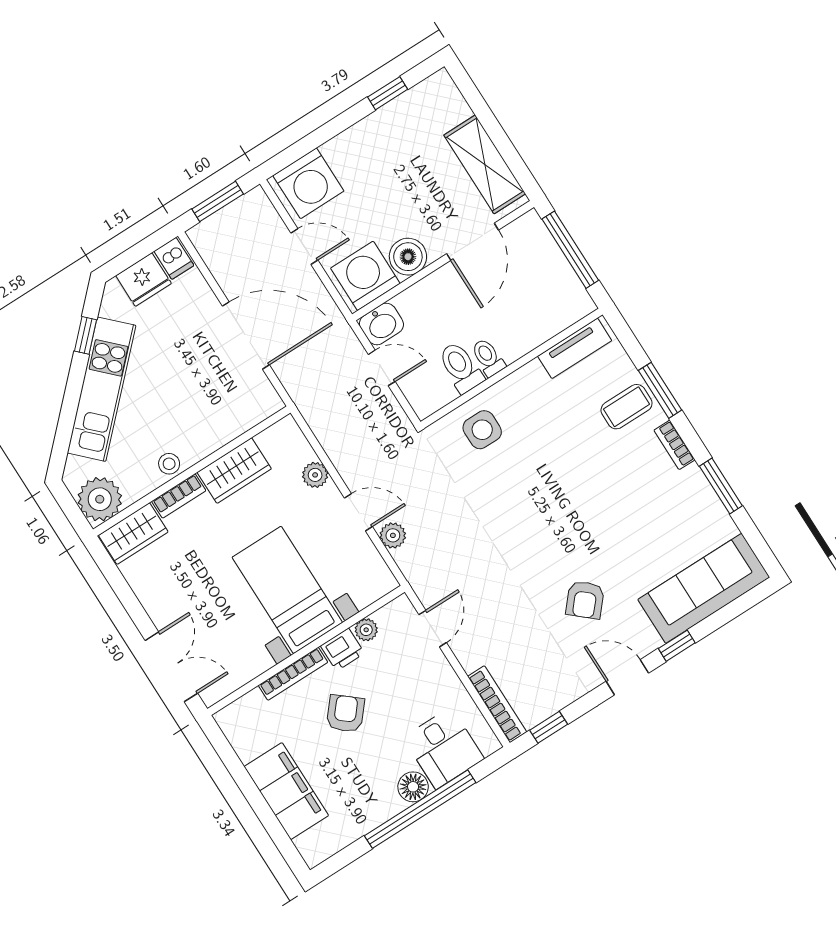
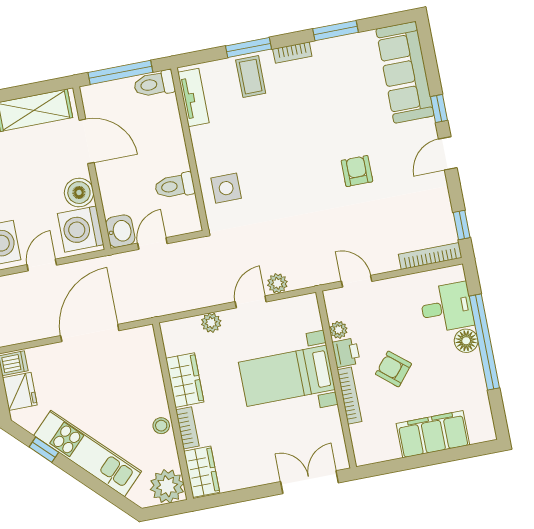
toilet: (488, 357) -> (154, 84), moved, width x1.37, depth x1.39
armchair: (585, 600) -> (357, 171), moved, turned -131

